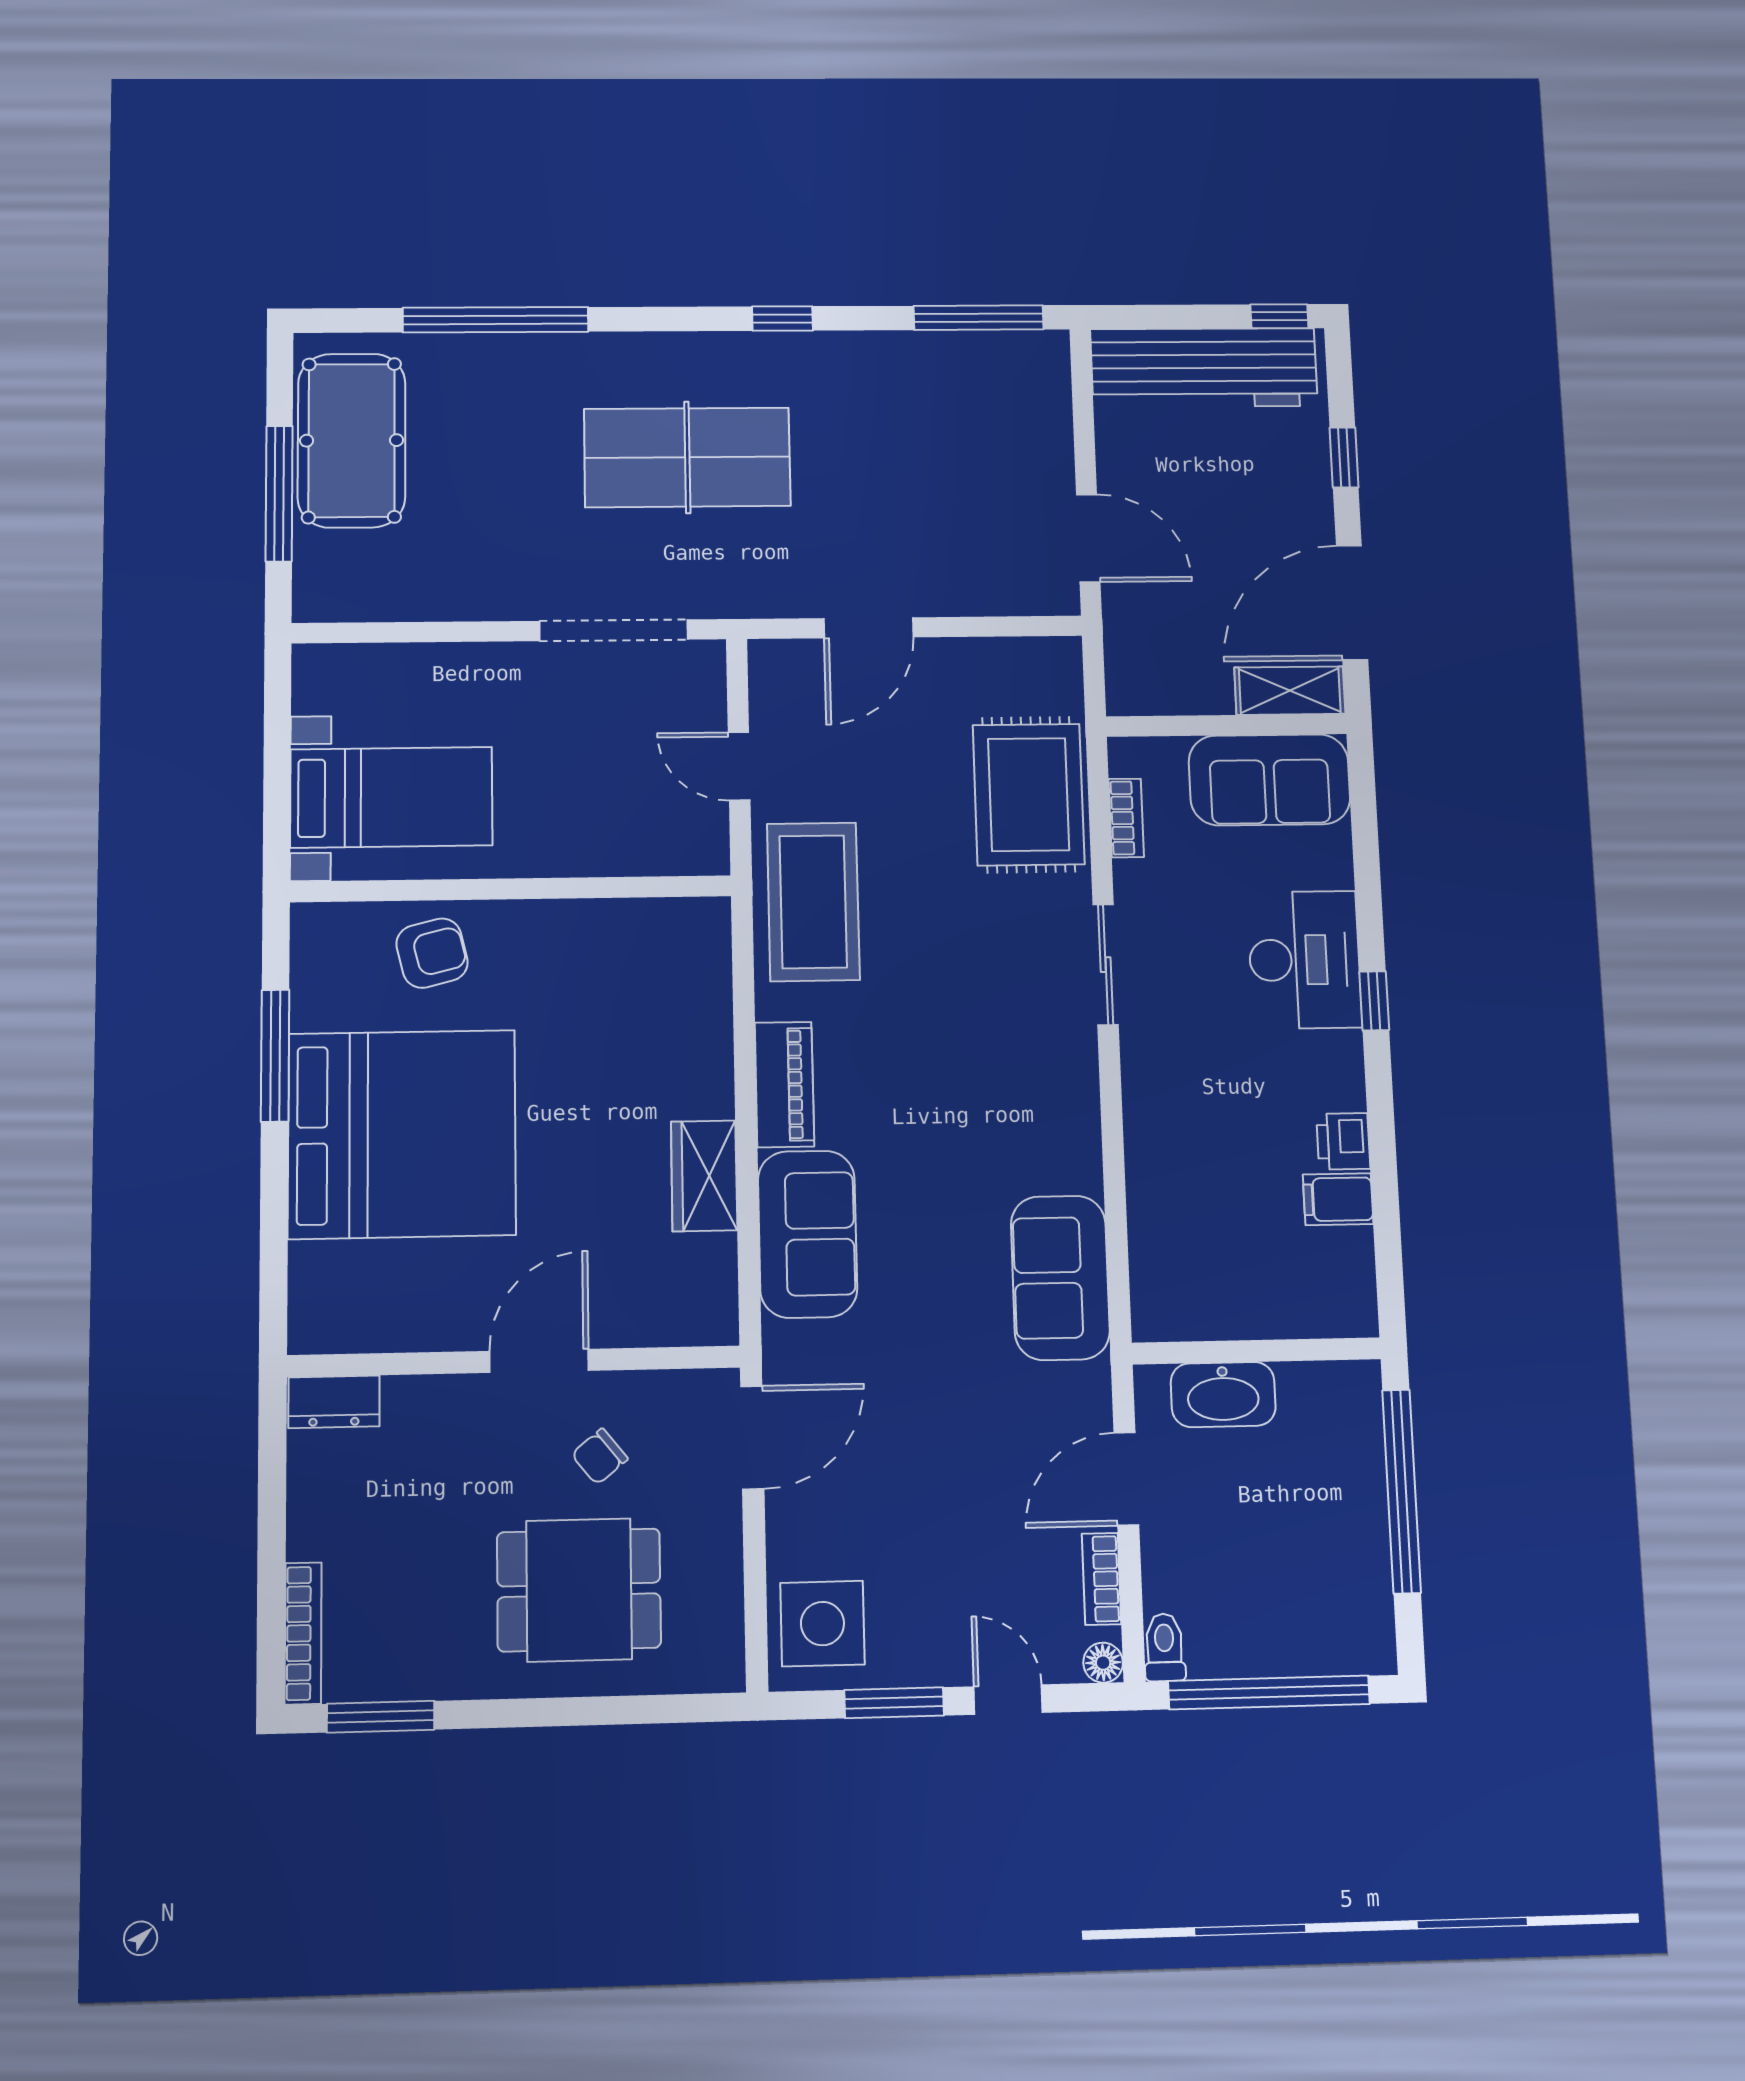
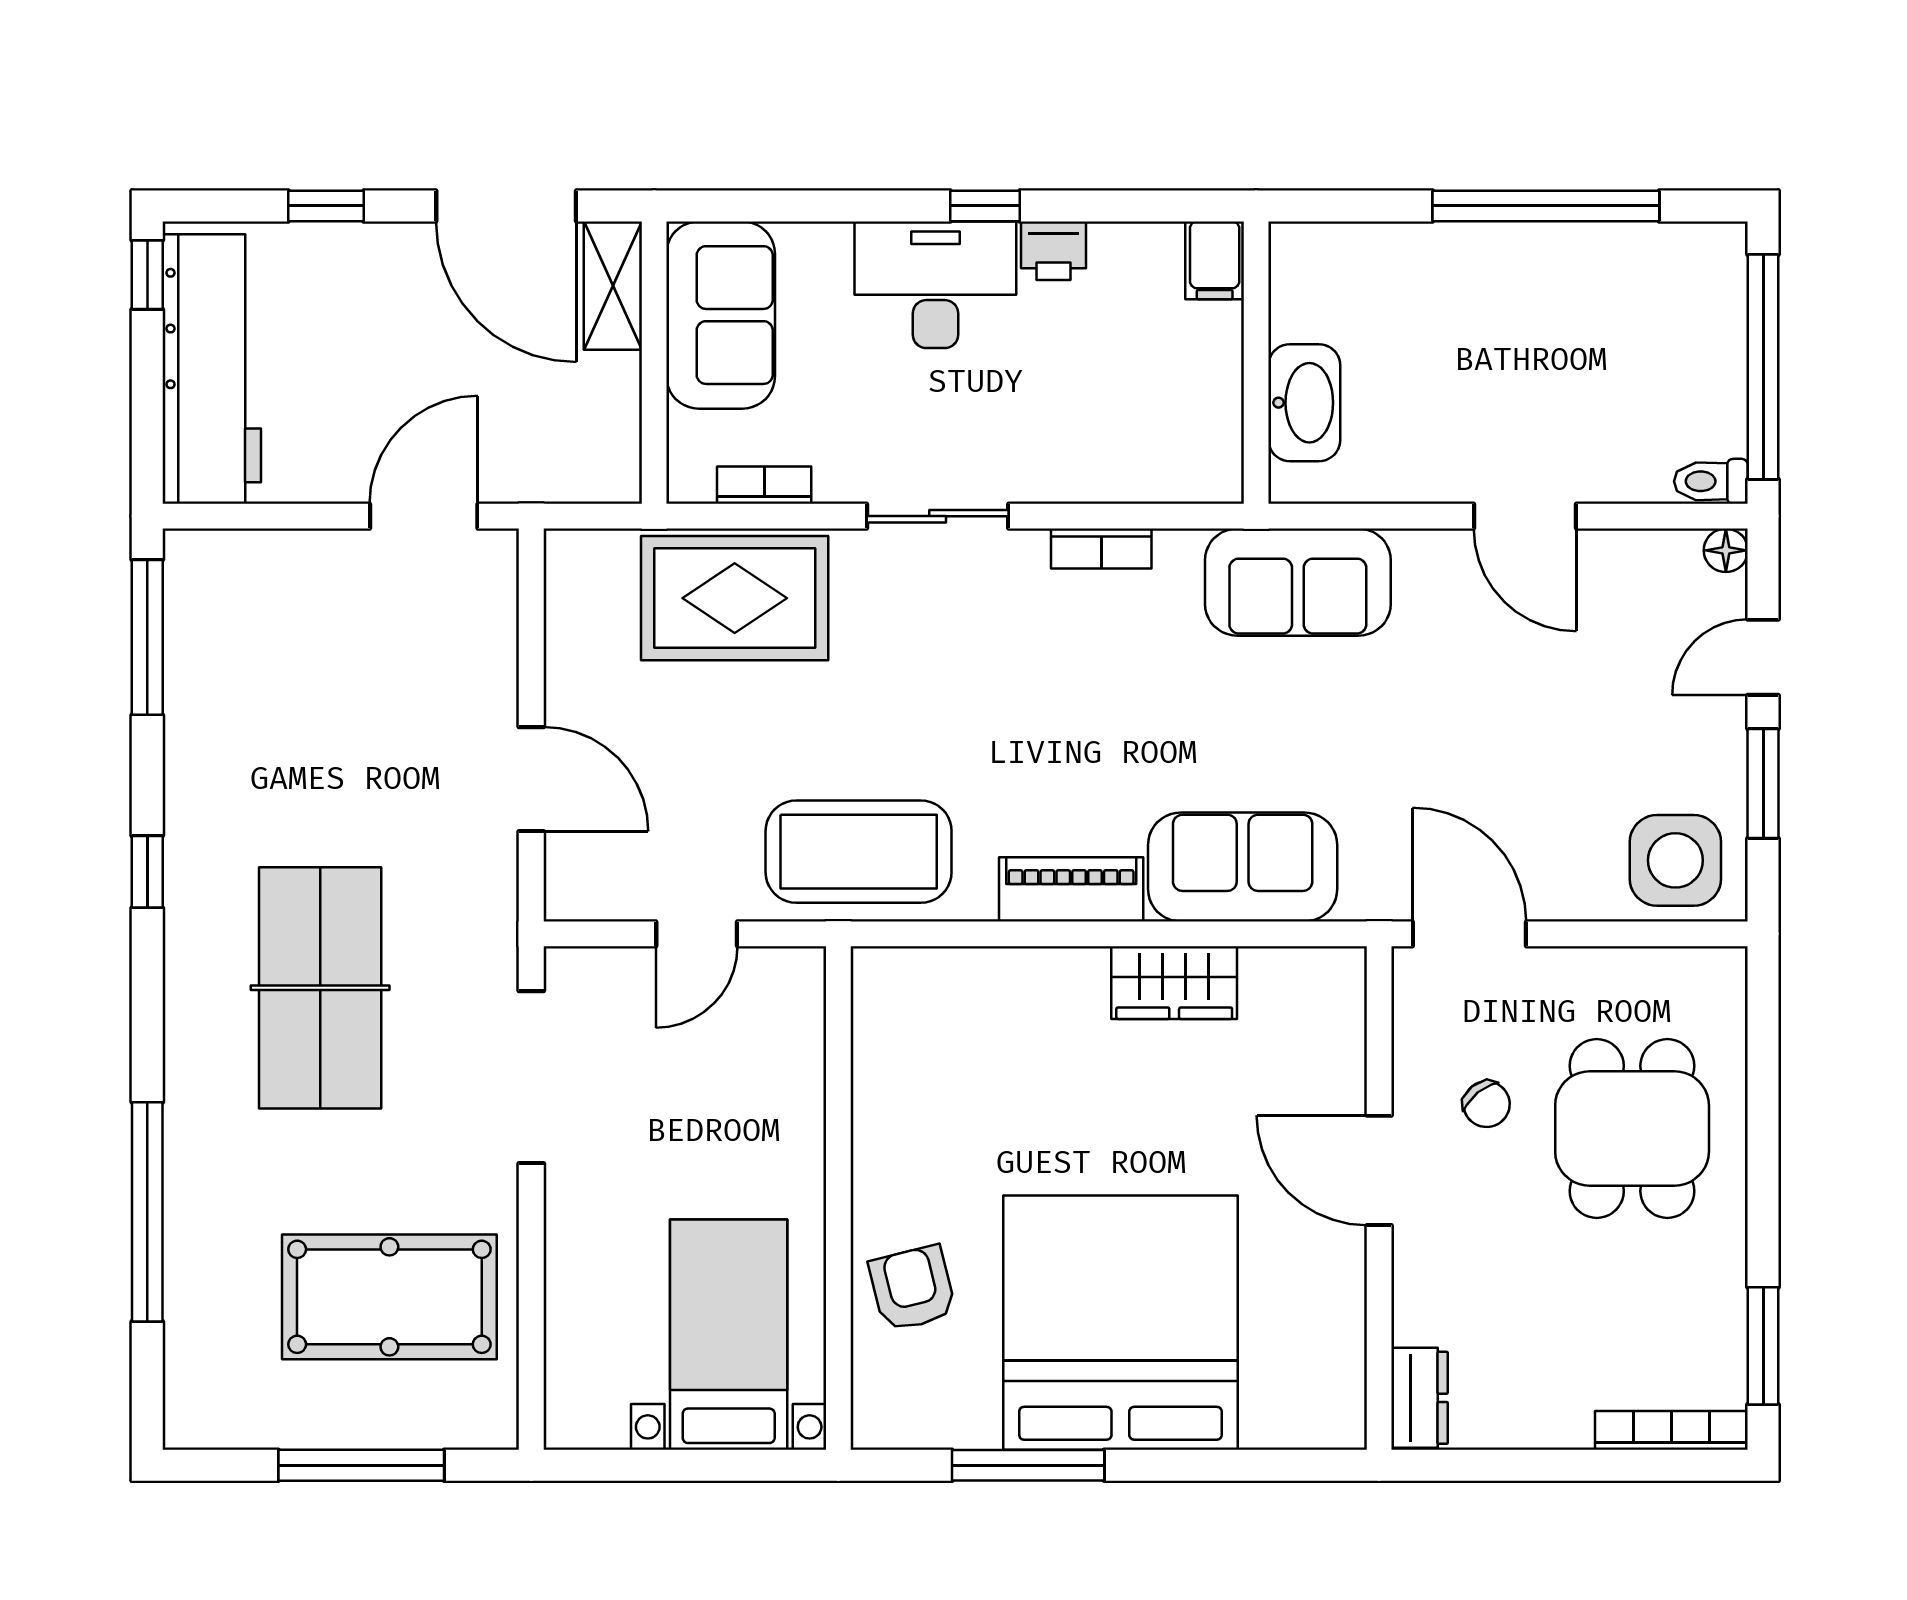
pool table: (352, 440) -> (389, 1297), moved
printer: (1343, 1141) -> (1054, 251), moved
wall: (1256, 1351) -> (1256, 363), moved
washbasin: (1223, 1395) -> (1304, 403), moved
bookcase: (1101, 1579) -> (1101, 549), moved

